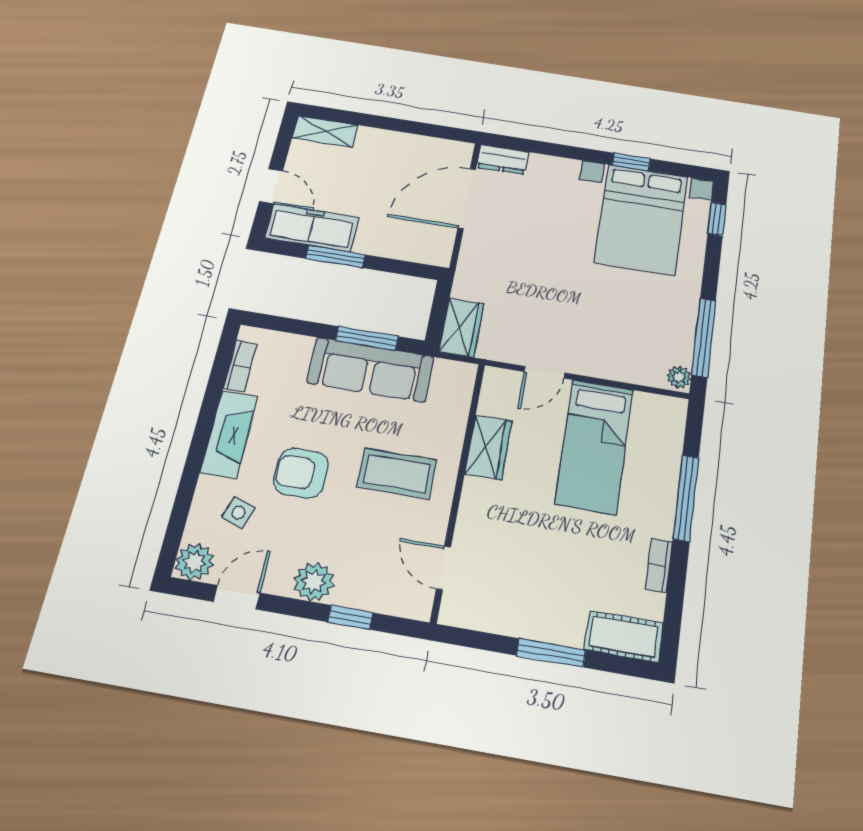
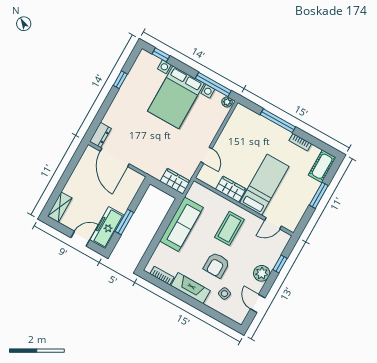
bed with nightstands: (641, 219) -> (176, 97), moved, turned 90
window: (367, 338) -> (167, 221), removed
bed: (594, 446) -> (264, 185), moved, turned -90
plant: (195, 562) -> (239, 315), removed

